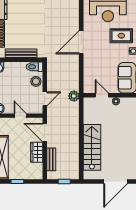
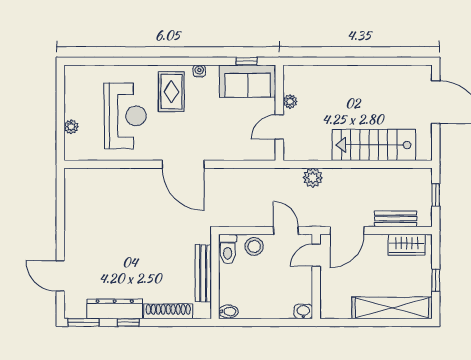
plant: (74, 96) -> (313, 178), moved
door: (20, 116) -> (316, 255), moved
wardrobe: (37, 152) -> (407, 245), moved

